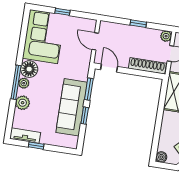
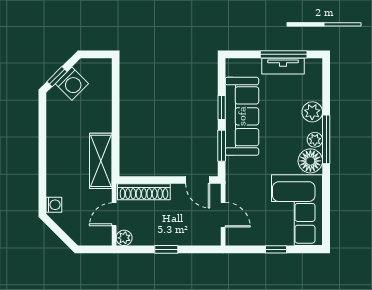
tv unit: (25, 136) -> (283, 66), moved
window: (36, 146) -> (284, 54), width x2.17
boiler: (161, 157) -> (104, 66), removed

